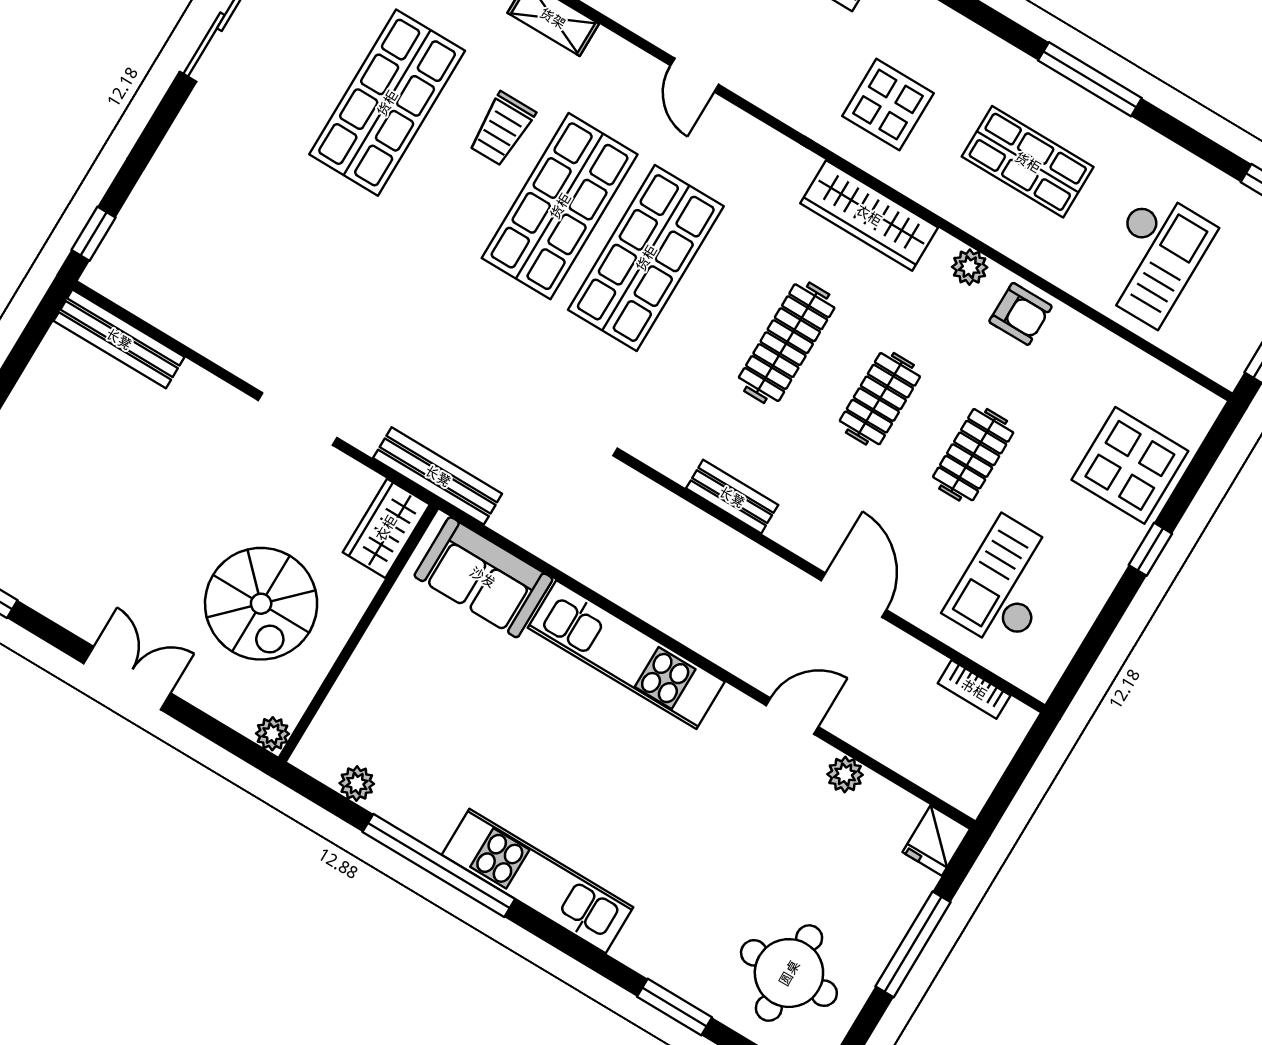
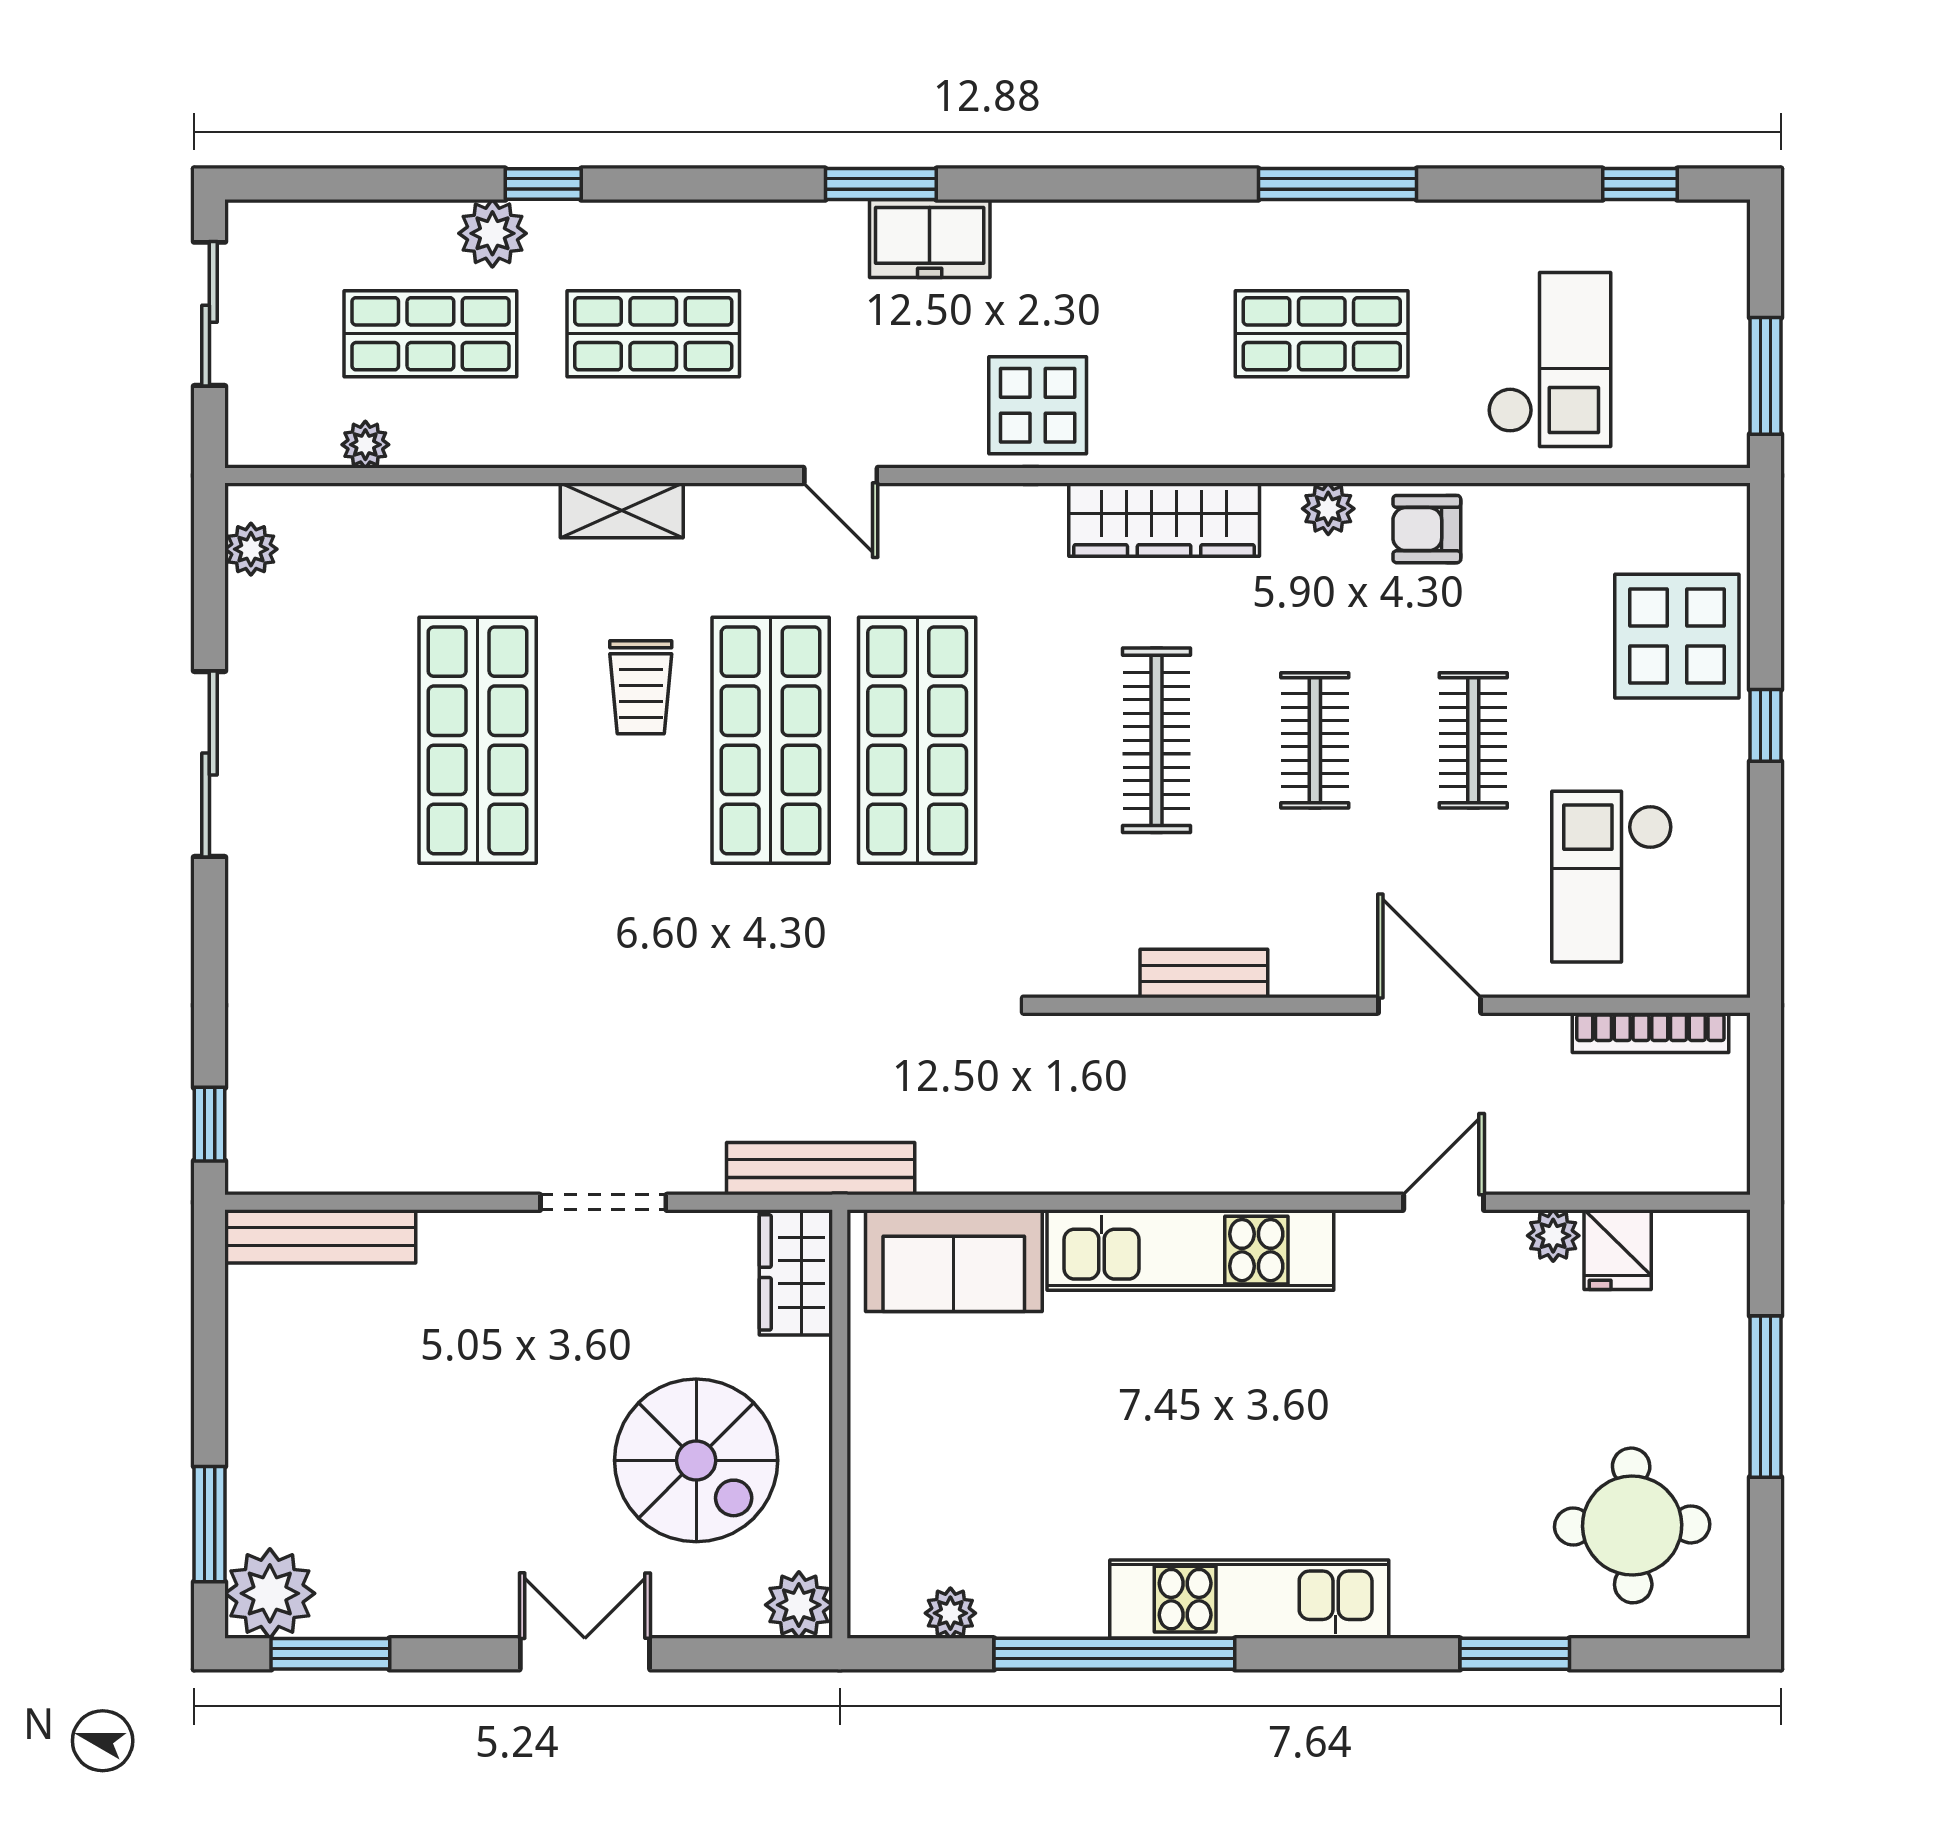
display table: (888, 105) -> (1038, 405), moved
armchair: (1020, 314) -> (1427, 529), turned 180
bookcase: (974, 689) -> (1650, 1033), width x1.56
plant: (273, 734) -> (799, 1605), width x1.38, depth x1.38
fridge: (936, 841) -> (1618, 1250), moved

